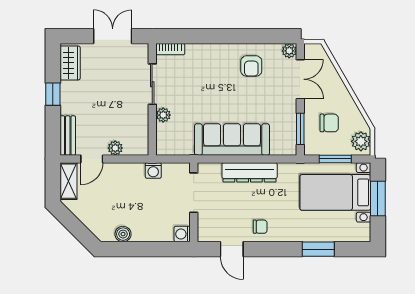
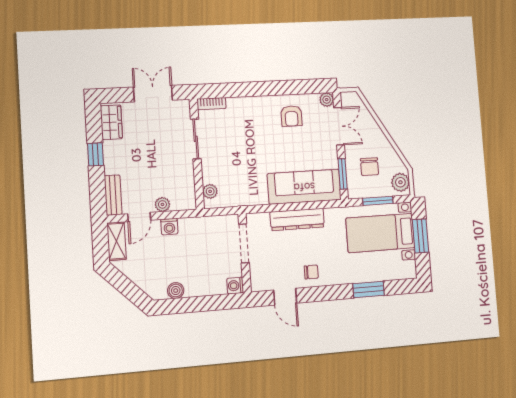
plant: (163, 115) -> (210, 191), moved
chair: (329, 123) -> (370, 167), turned 90
sofa: (232, 139) -> (304, 187), moved
washing machine: (153, 170) -> (169, 227), moved

